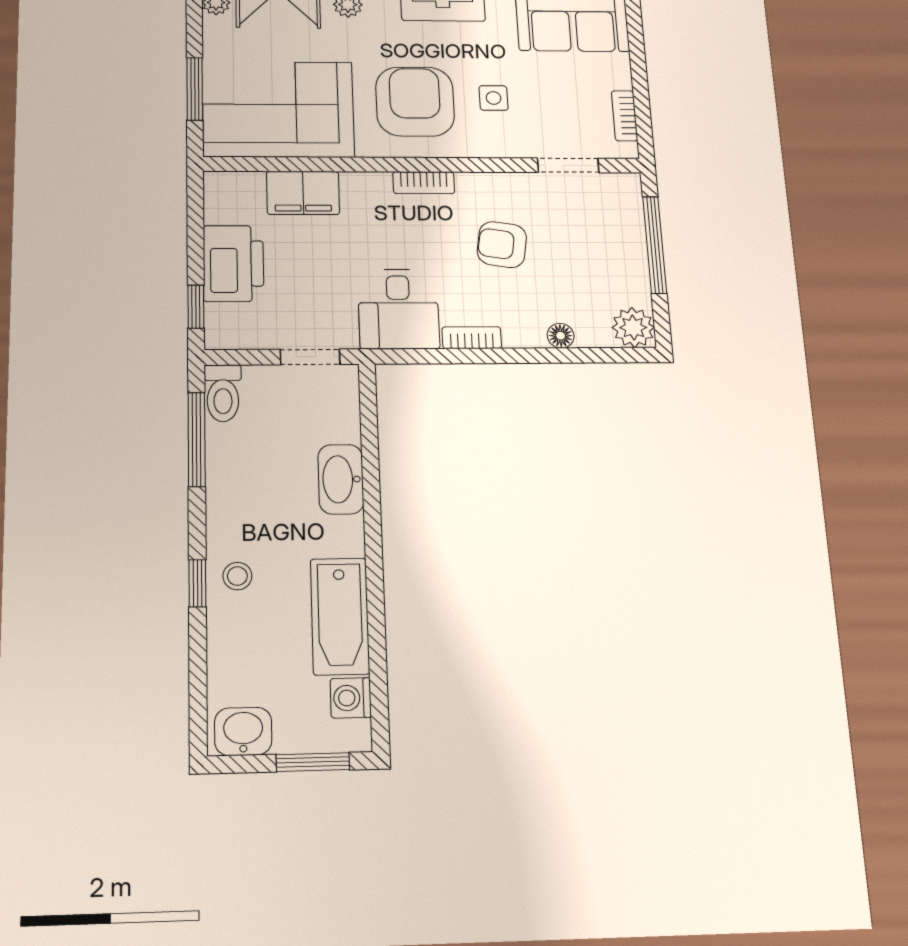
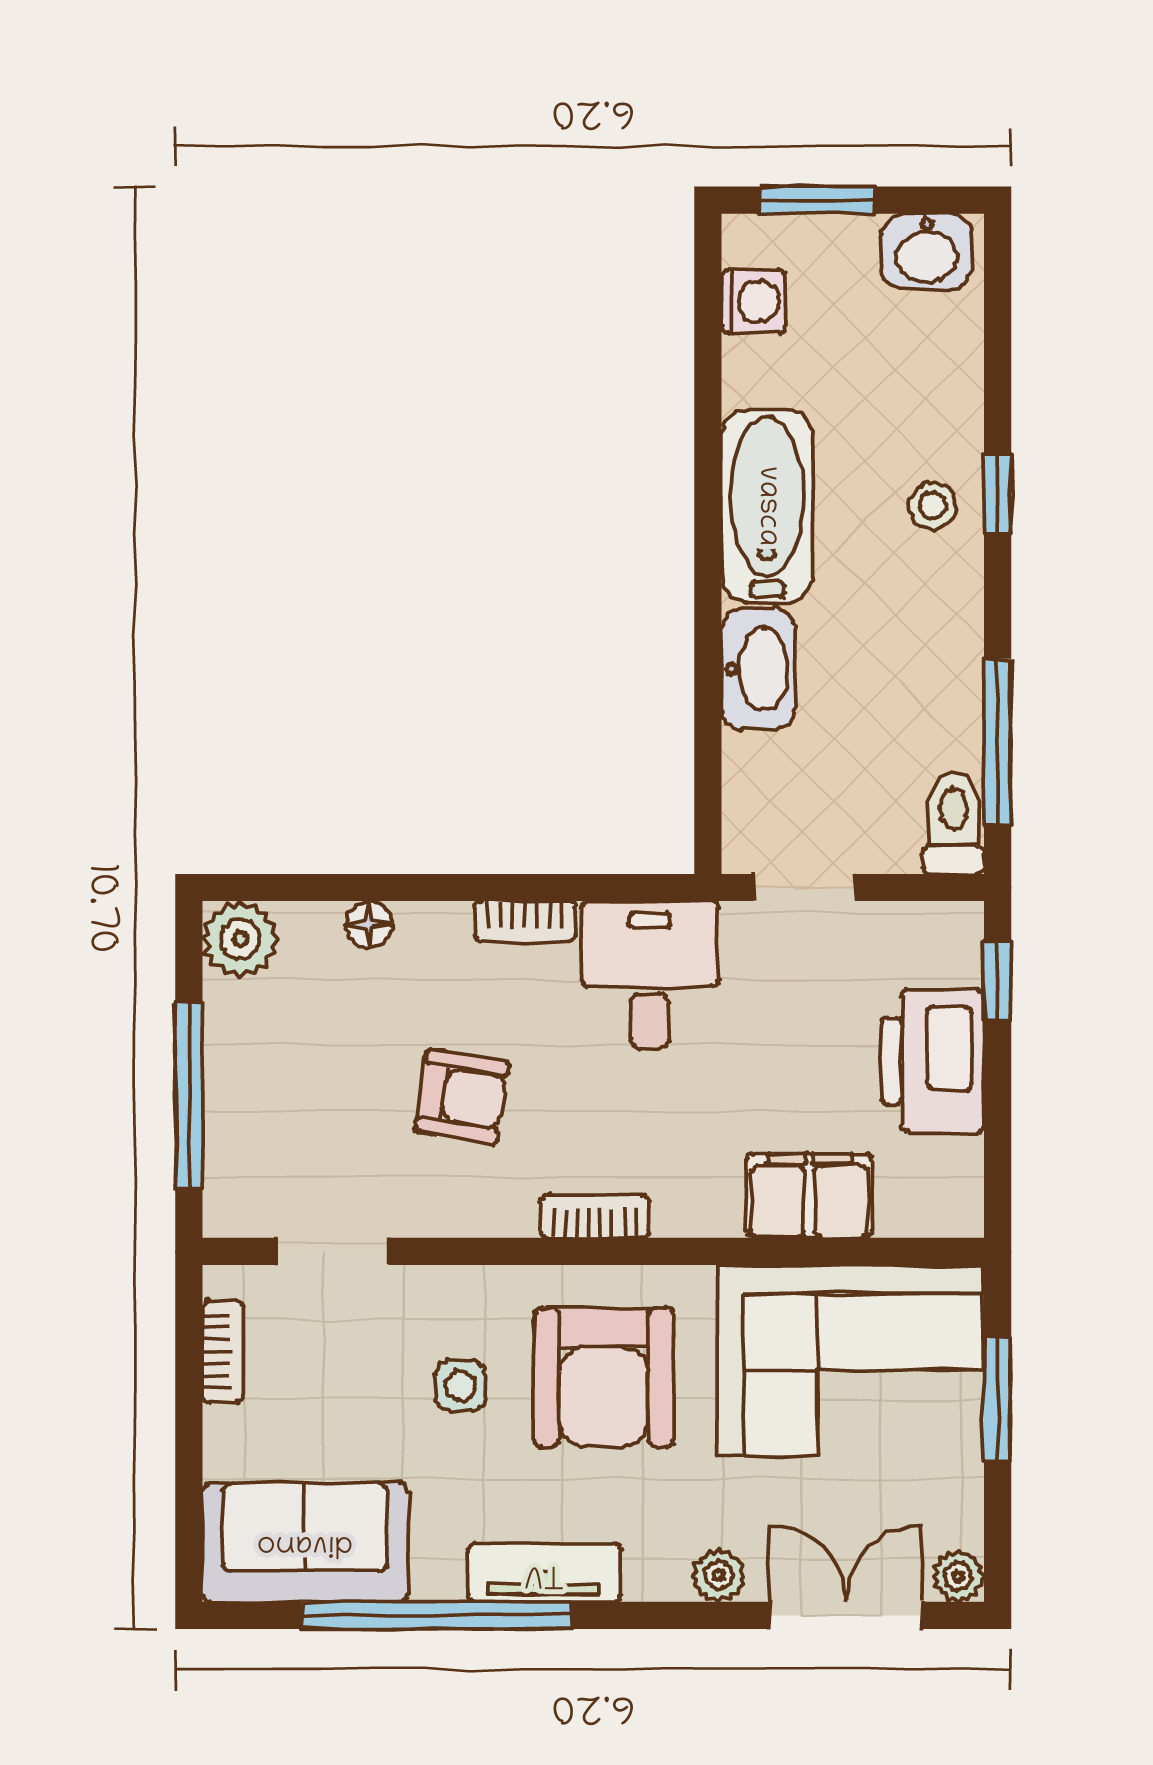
bathtub: (340, 616) -> (767, 506), moved

